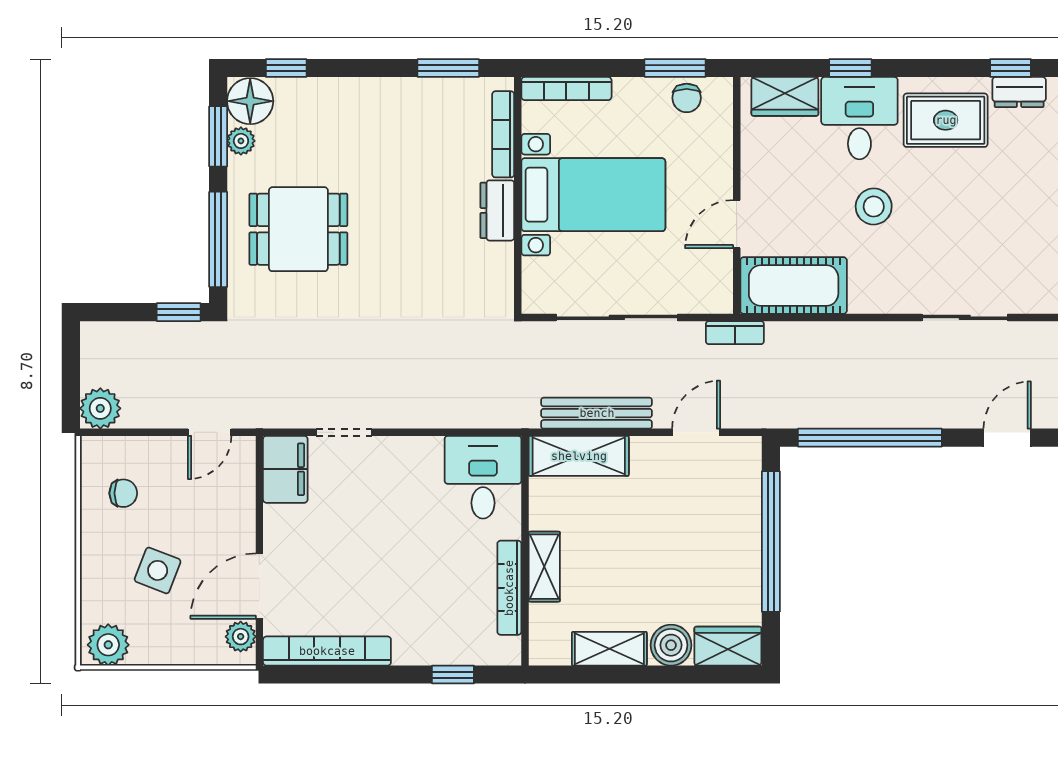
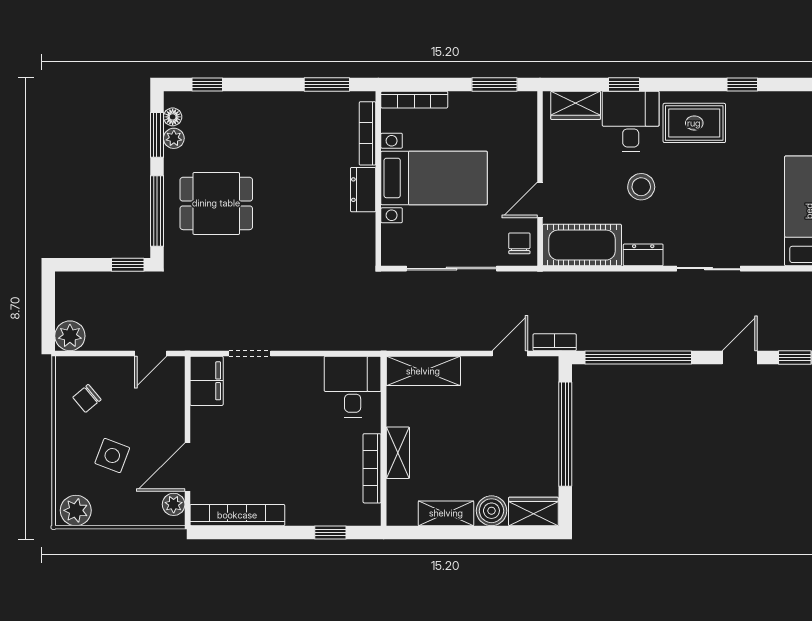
dresser: (1019, 92) -> (643, 255), moved, turned 180
chair: (687, 98) -> (519, 243), moved, turned 180
floor lamp: (250, 101) -> (173, 117), width x0.53, depth x0.53
bookcase: (735, 333) -> (555, 342), moved, turned 180
bench: (597, 413) -> (436, 339), removed
chair: (123, 493) -> (87, 398), turned 140

